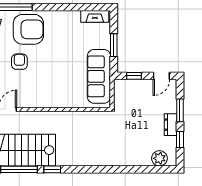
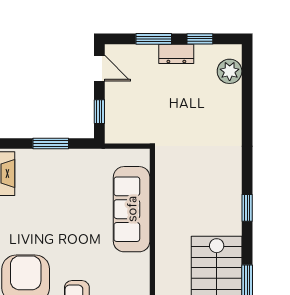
sofa: (99, 76) -> (132, 209), moved, turned 90
window: (52, 169) -> (247, 208), moved

